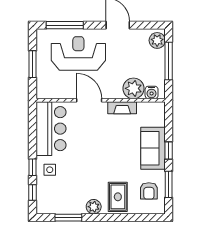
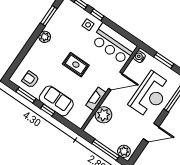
water cooler: (152, 92) -> (139, 57), moved
rug: (118, 197) -> (76, 65), moved

